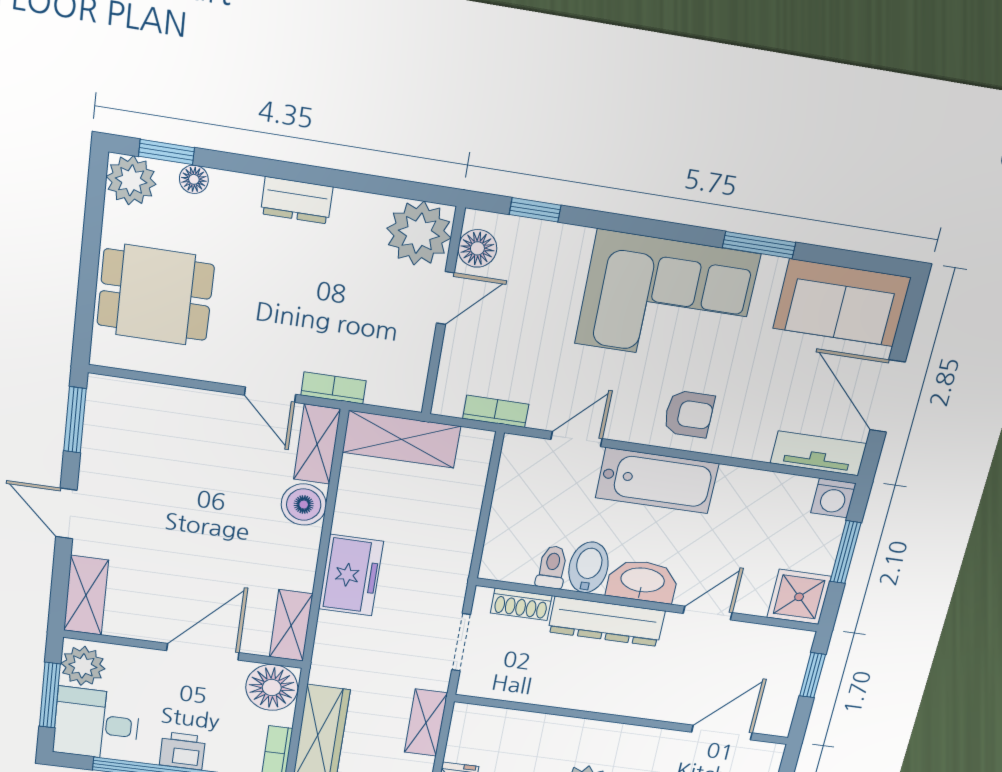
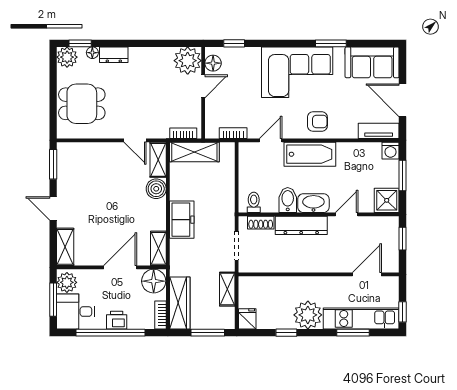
dresser: (297, 200) -> (114, 55), moved
bookcase: (333, 388) -> (183, 133), moved
toilet: (552, 567) -> (254, 202), moved

